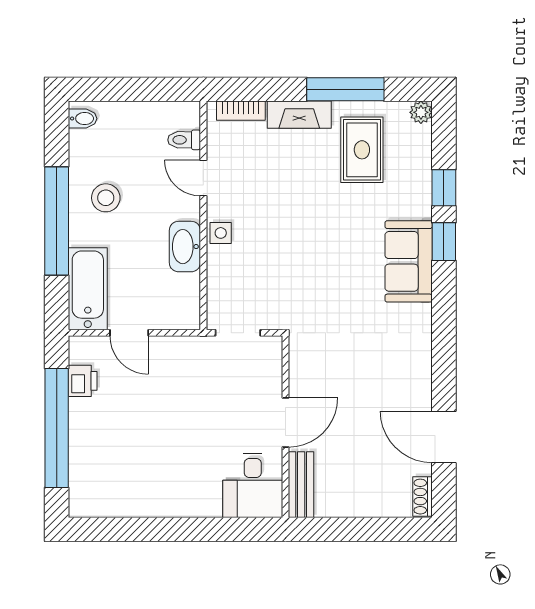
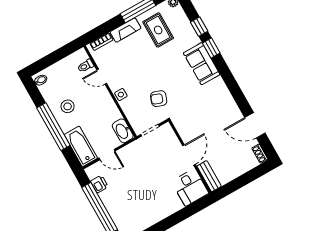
washbasin: (185, 247) -> (123, 131), moved
armchair: (289, 282) -> (159, 99), added

